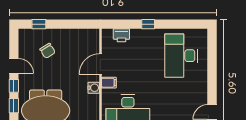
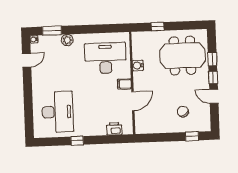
window: (148, 24) -> (77, 141), moved
water cooler: (94, 88) -> (138, 65), moved

